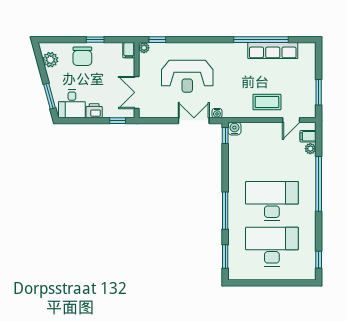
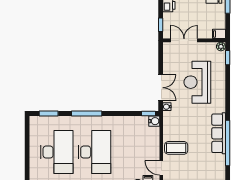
row of seats: (273, 51) -> (219, 133), moved
coffee table: (267, 102) -> (176, 148), turned 90

